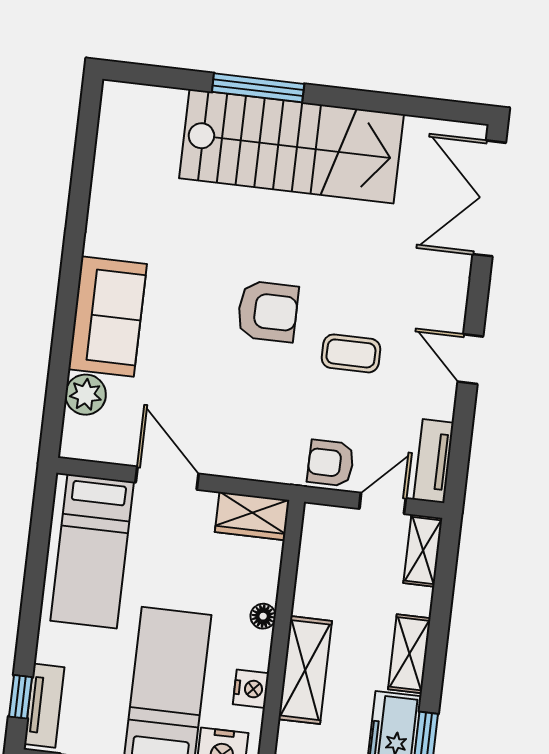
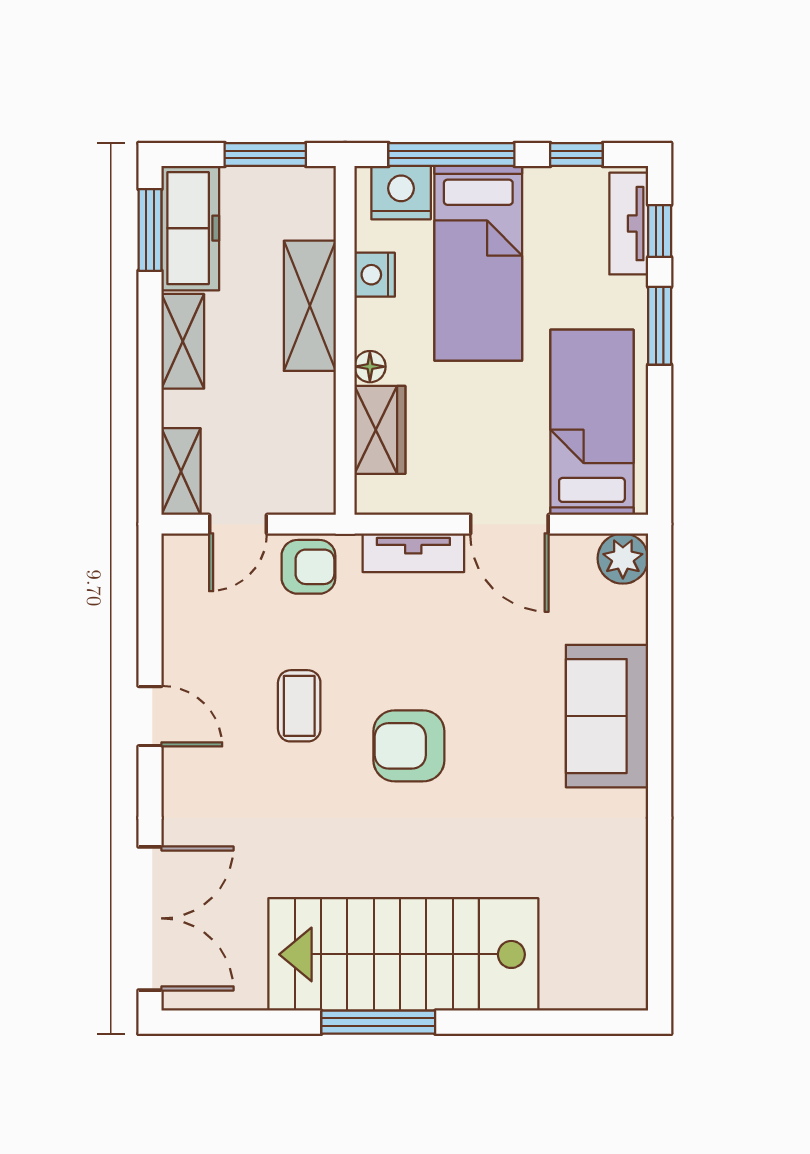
window: (258, 88) -> (378, 1022), moved
coffee table: (351, 353) -> (299, 706), turned 90
plant: (86, 395) -> (623, 558), moved
tv unit: (434, 461) -> (413, 553), moved, turned 90
wardrobe: (252, 516) -> (380, 430), moved, turned 90
window: (29, 622) -> (660, 326), added

